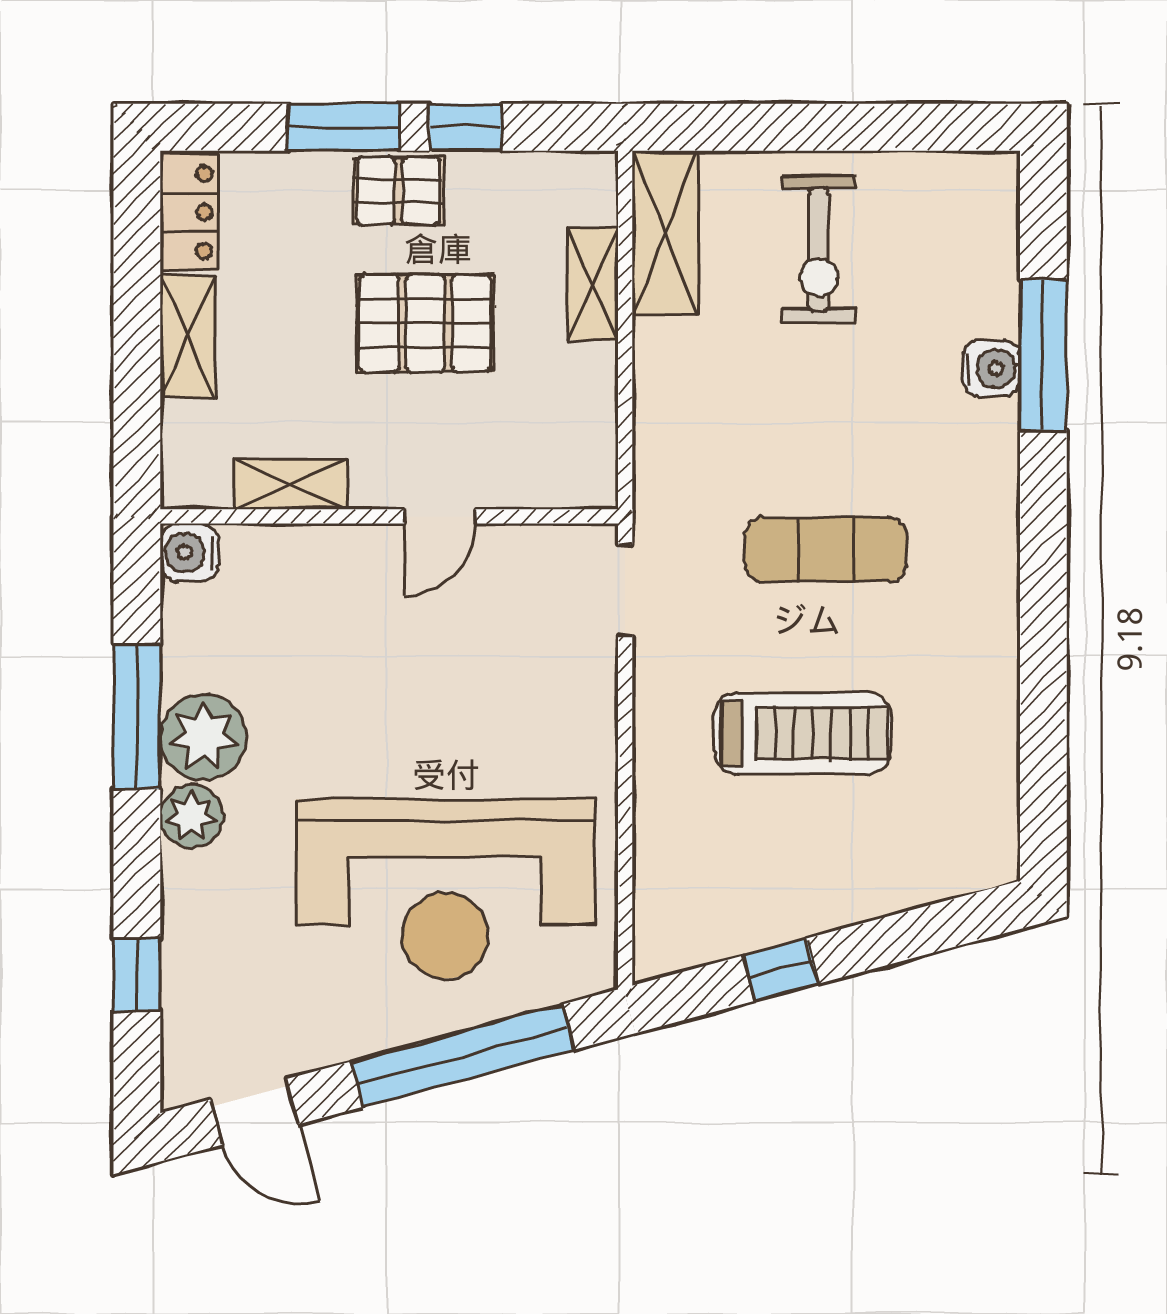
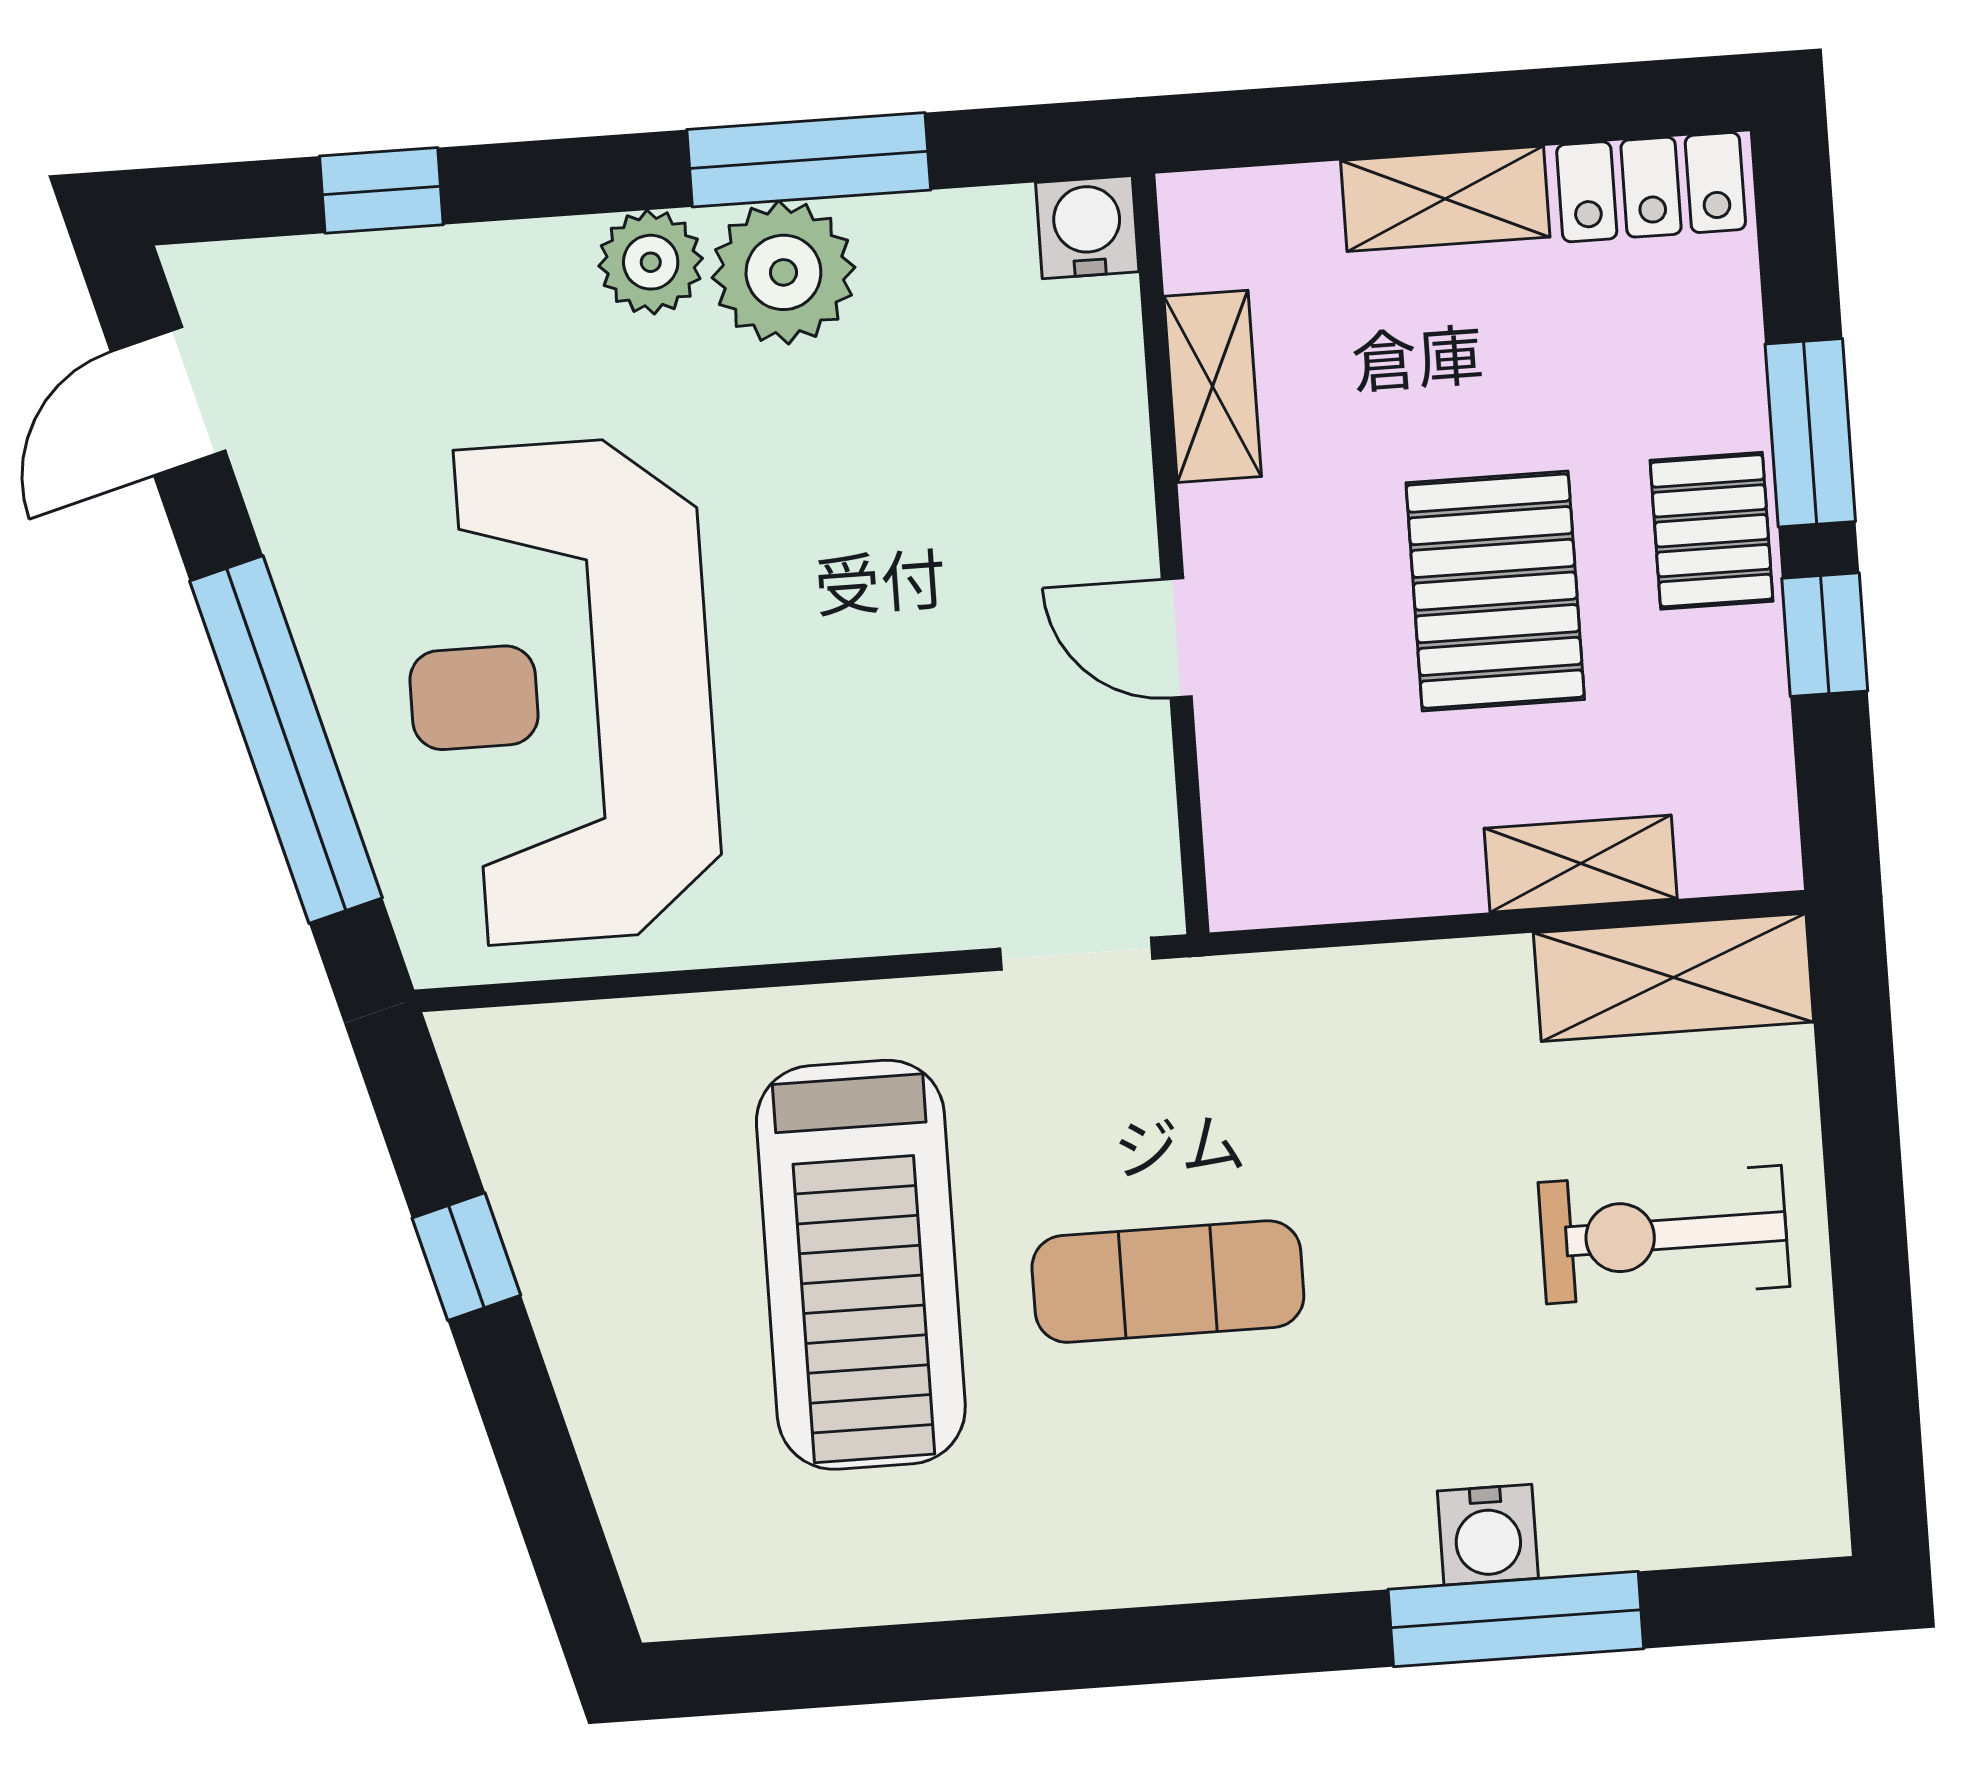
exercise mat: (826, 549) -> (1168, 1282), turned 90
treadmill: (802, 733) -> (861, 1265), width x1.37, depth x1.38

